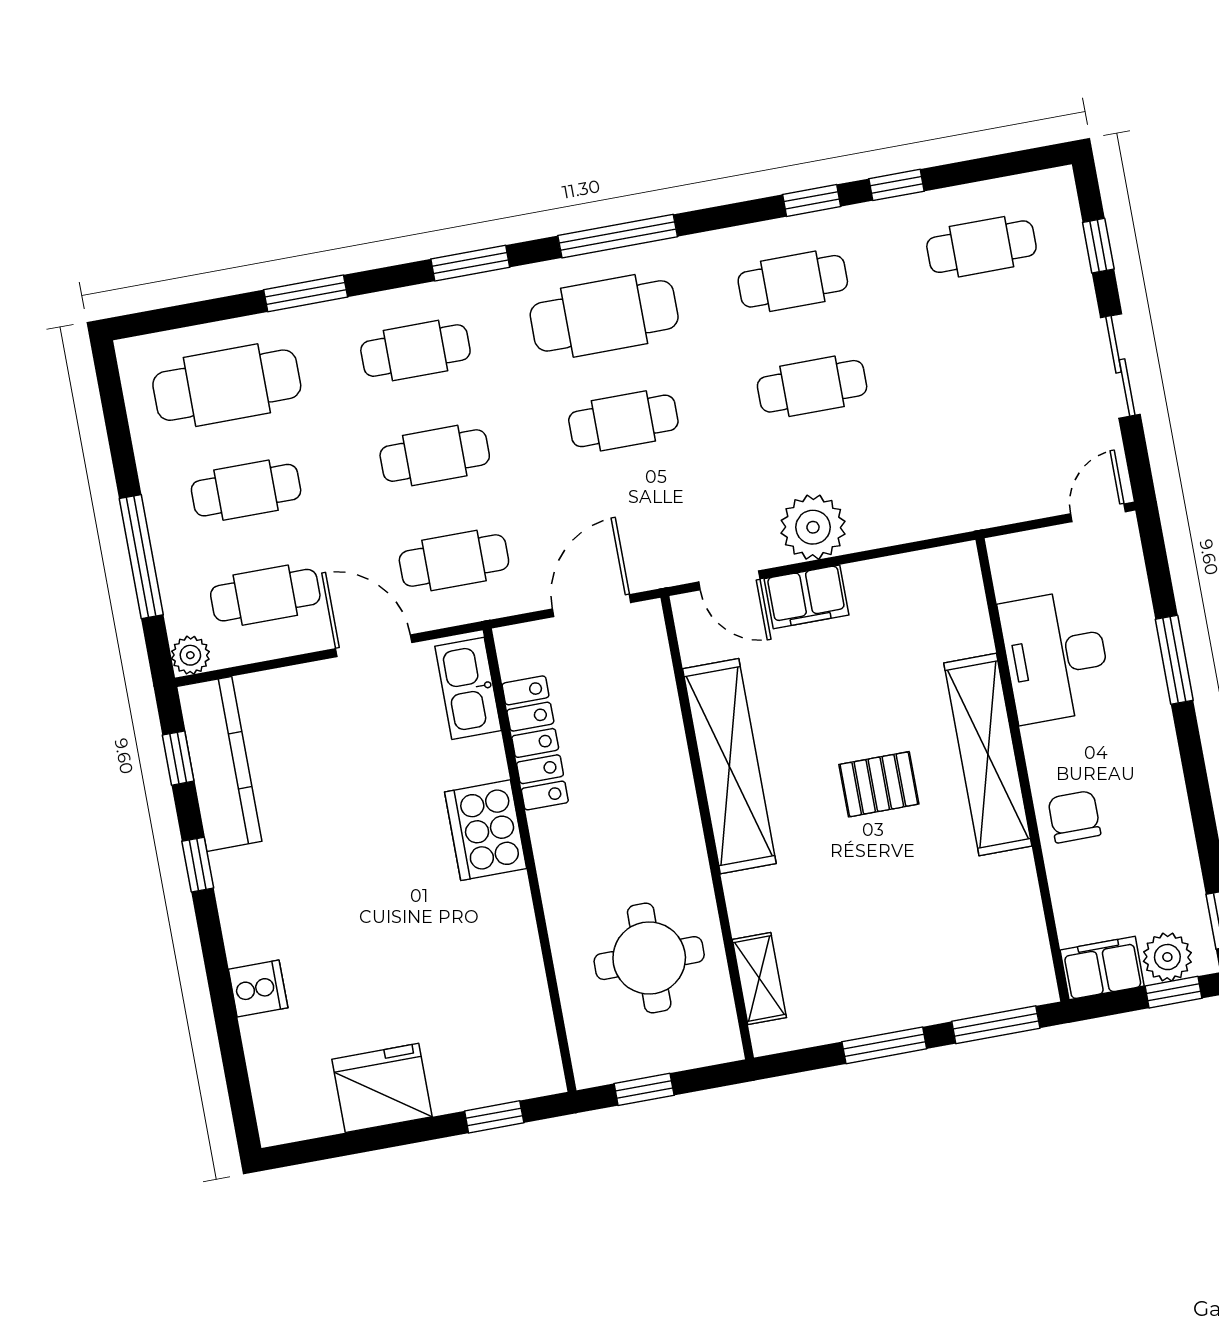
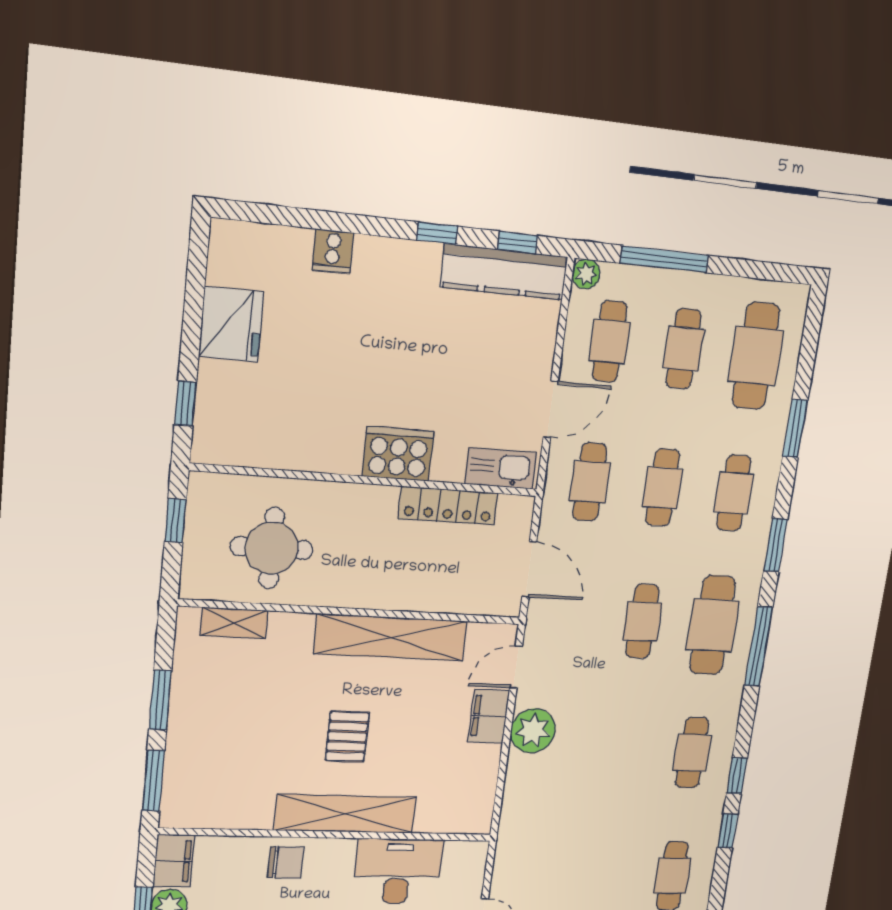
cafe table: (812, 386) -> (623, 750), removed

